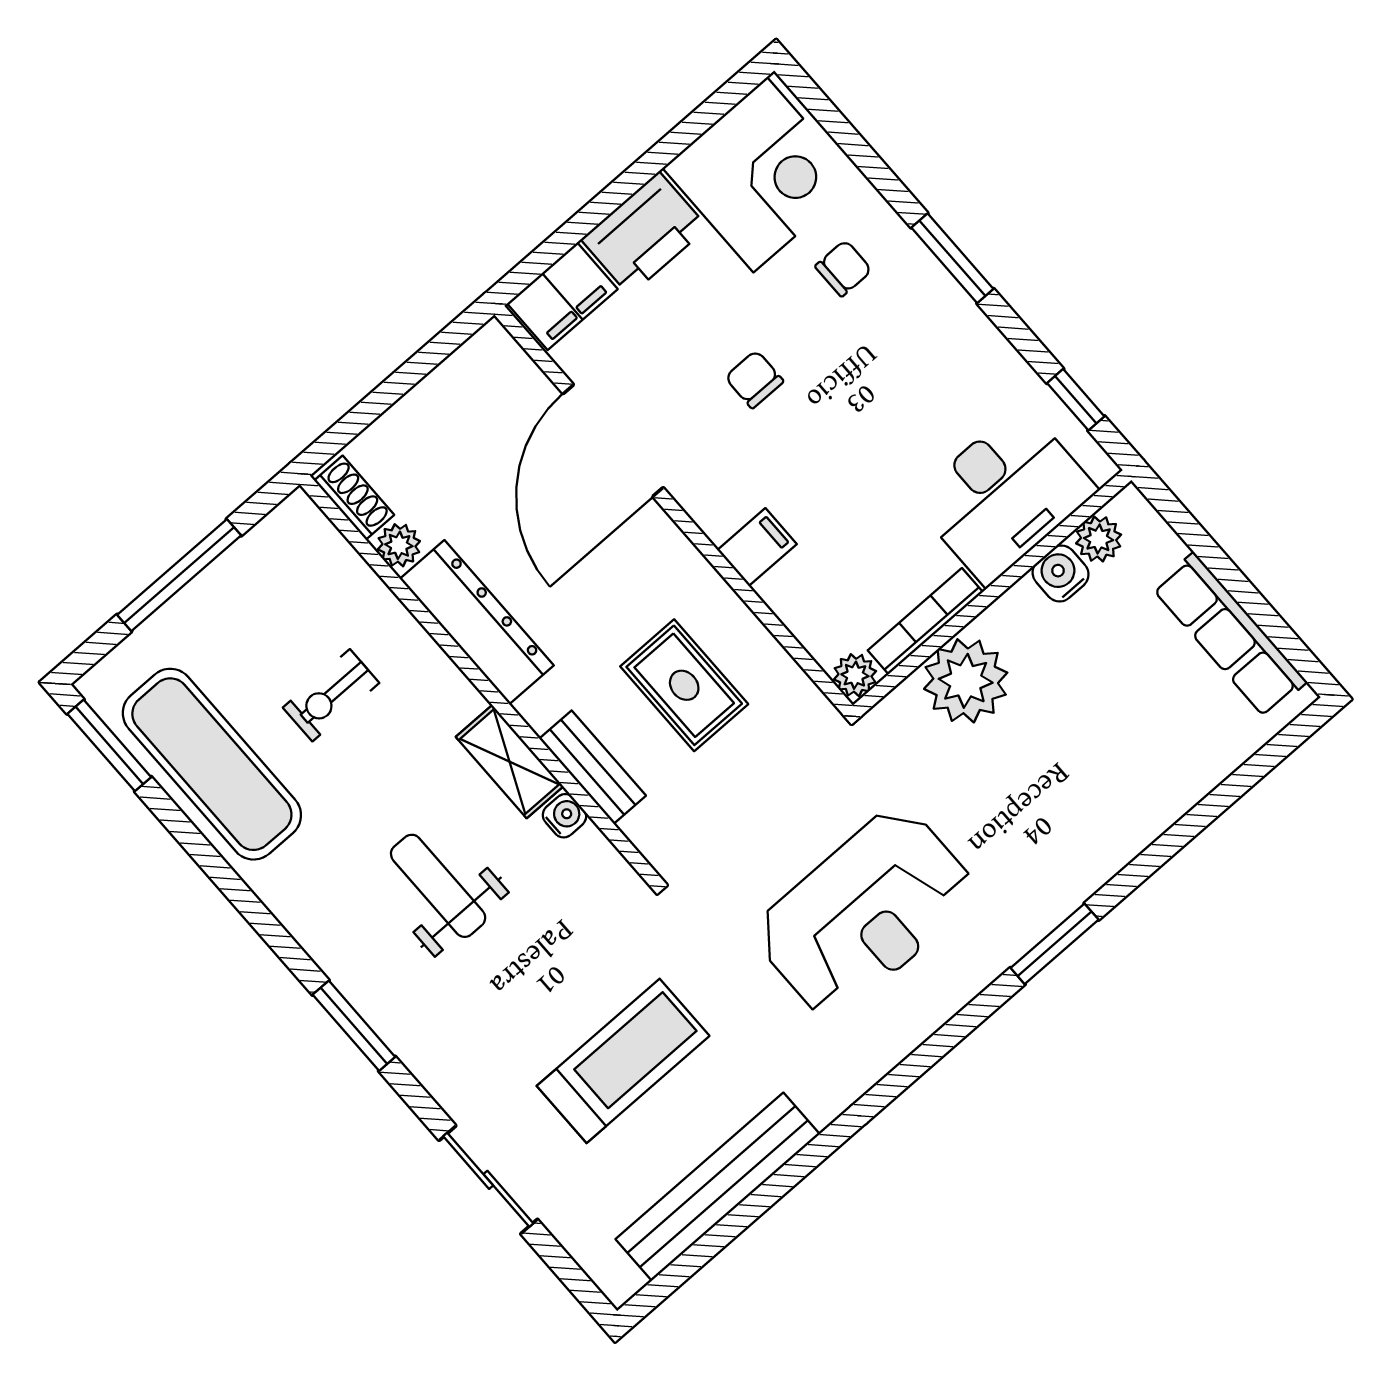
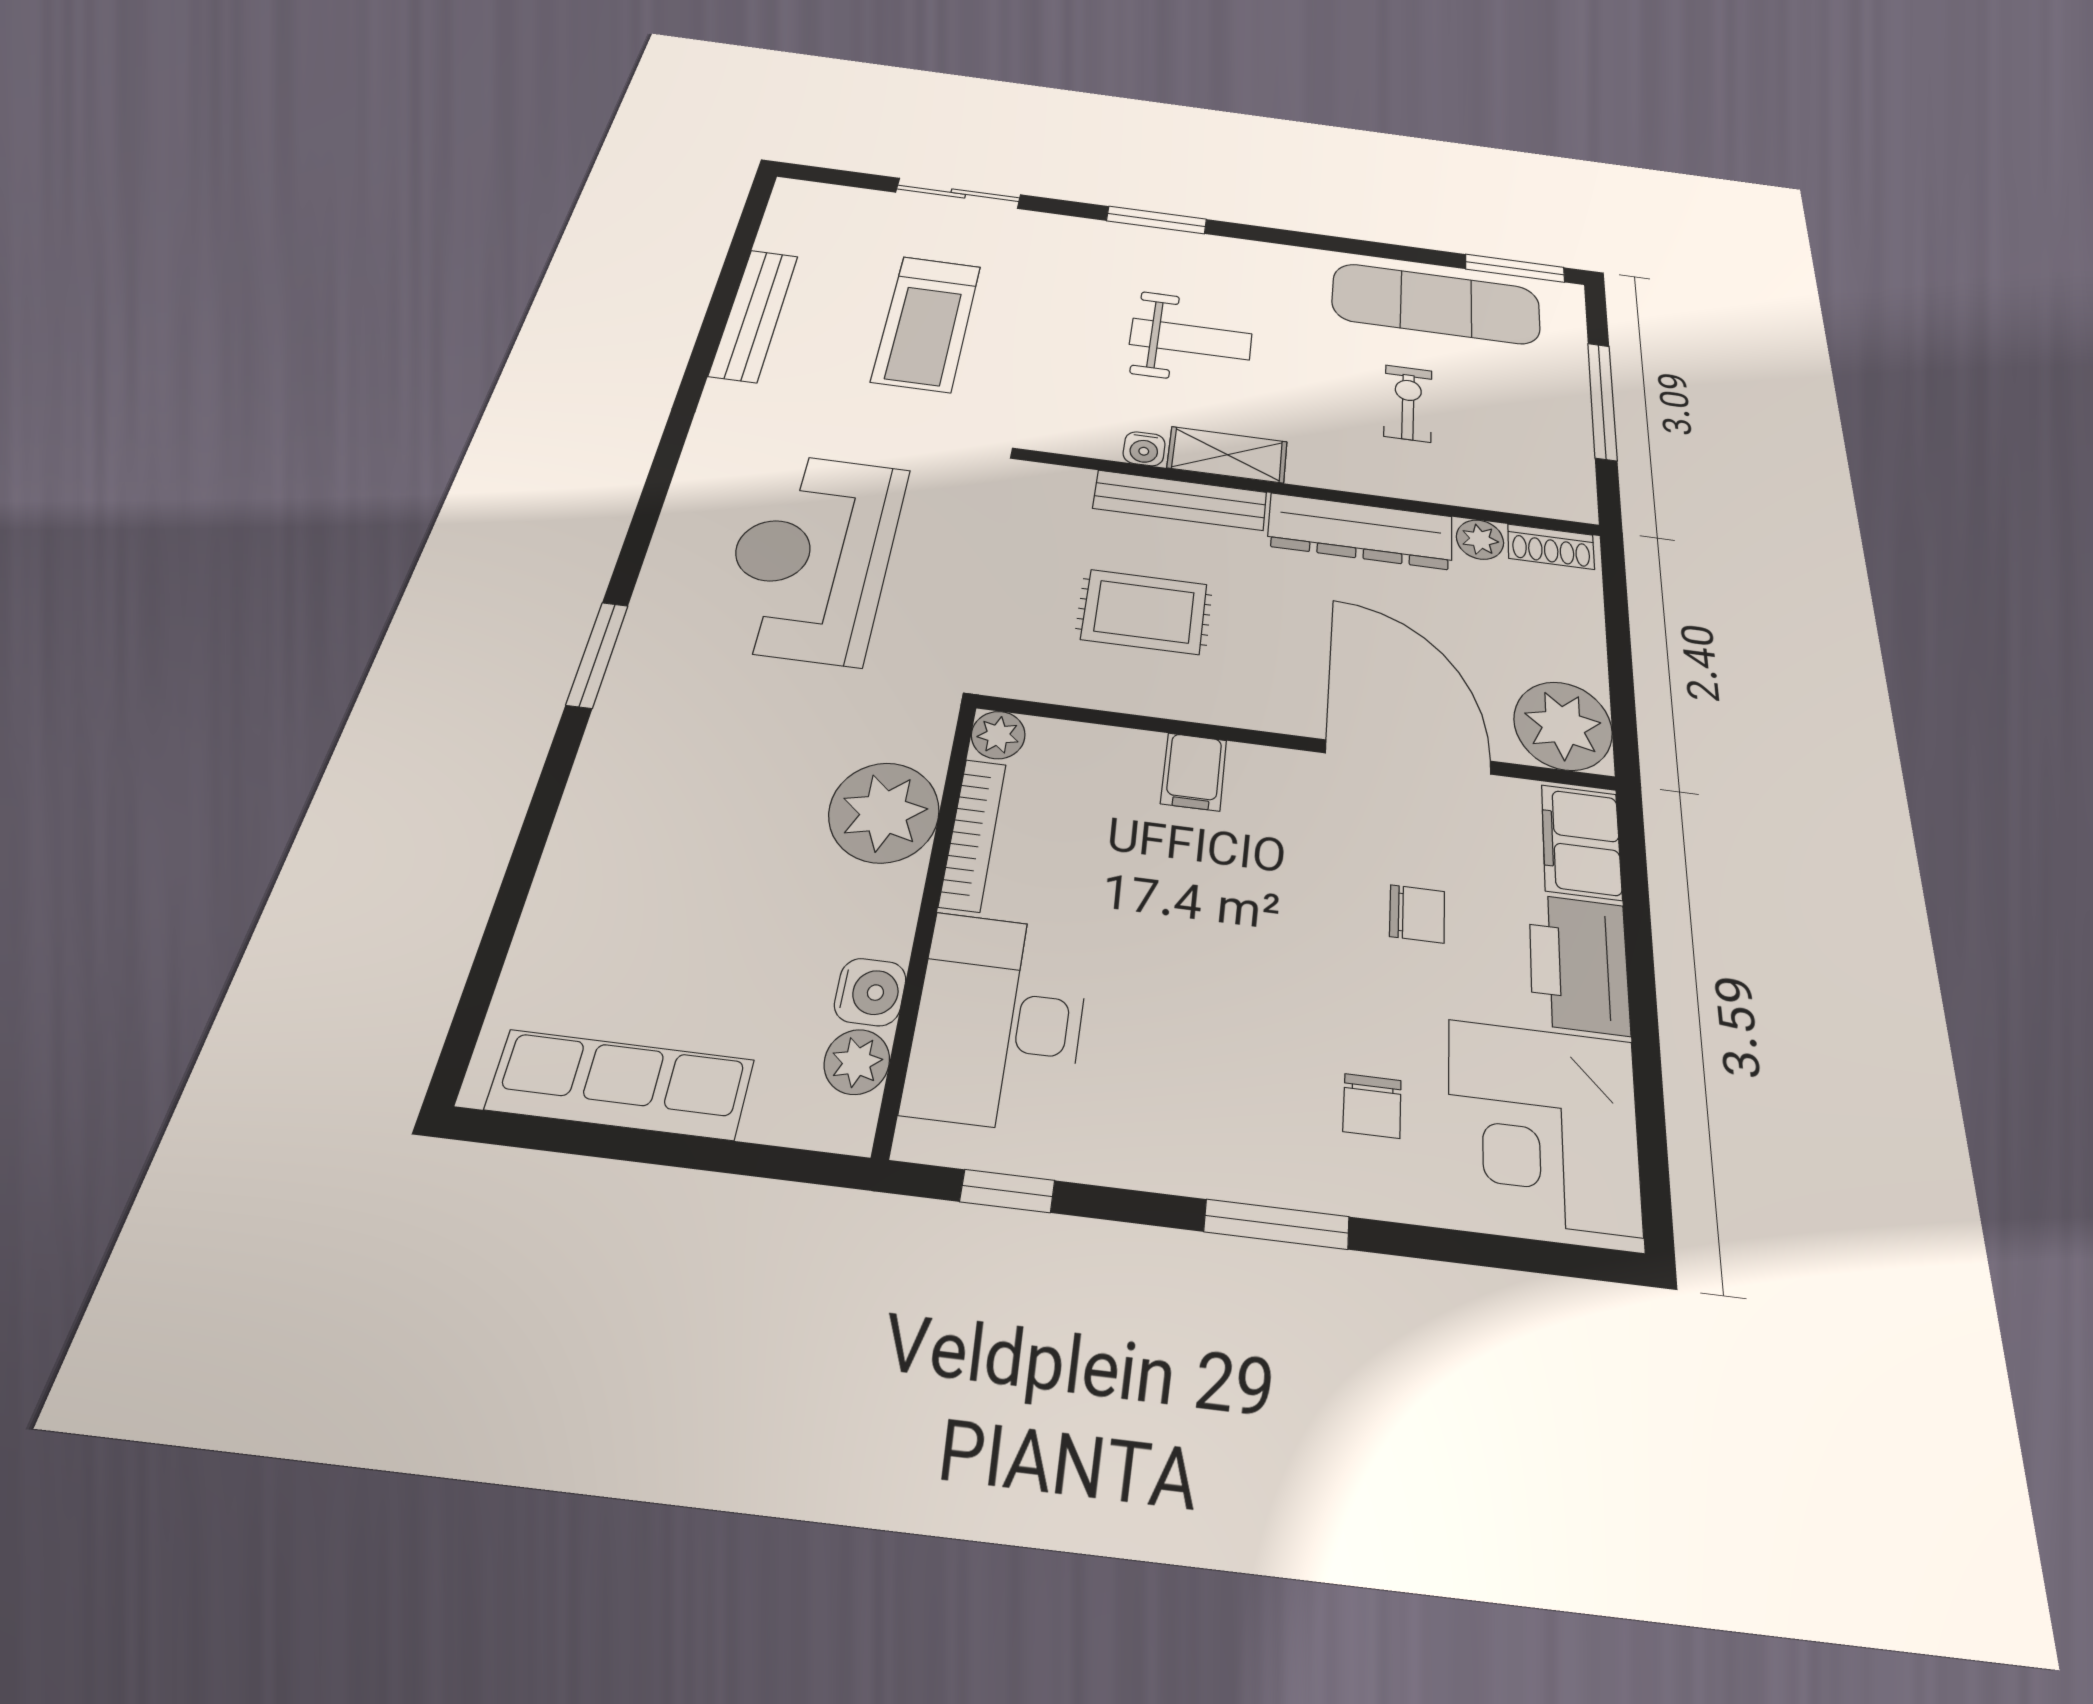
plant: (490, 373) -> (1563, 726), added
chair: (754, 379) -> (1417, 914), moved
bench: (593, 767) -> (1180, 500), width x1.36
bench: (718, 1187) -> (754, 315), width x0.73, depth x0.82

